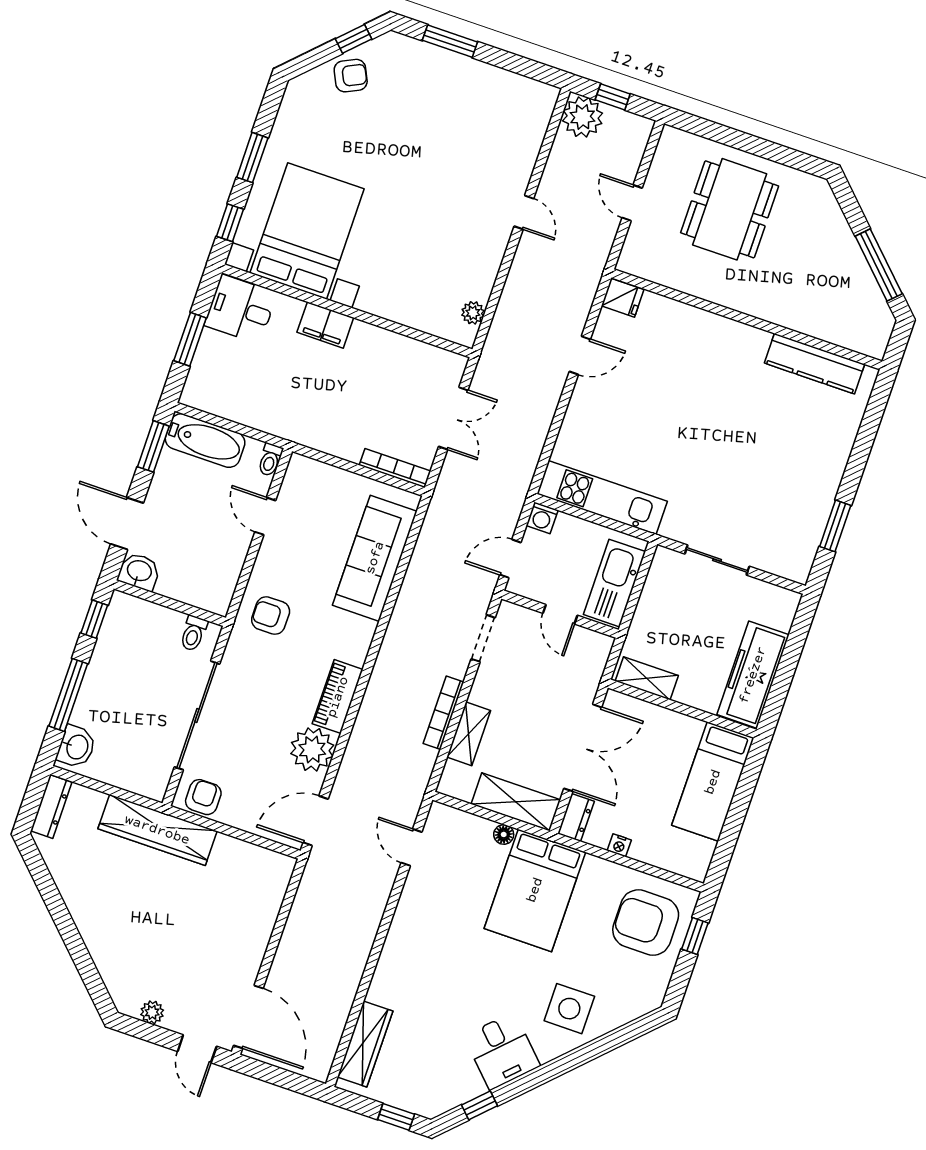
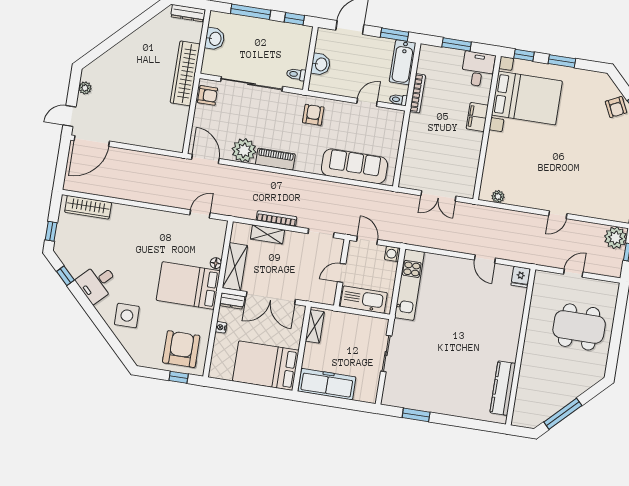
bookcase: (395, 468) -> (418, 93), moved
washbasin: (139, 572) -> (321, 64), moved
washbasin: (76, 747) -> (215, 39), moved, turned -90
bed: (713, 782) -> (266, 366), width x1.50

